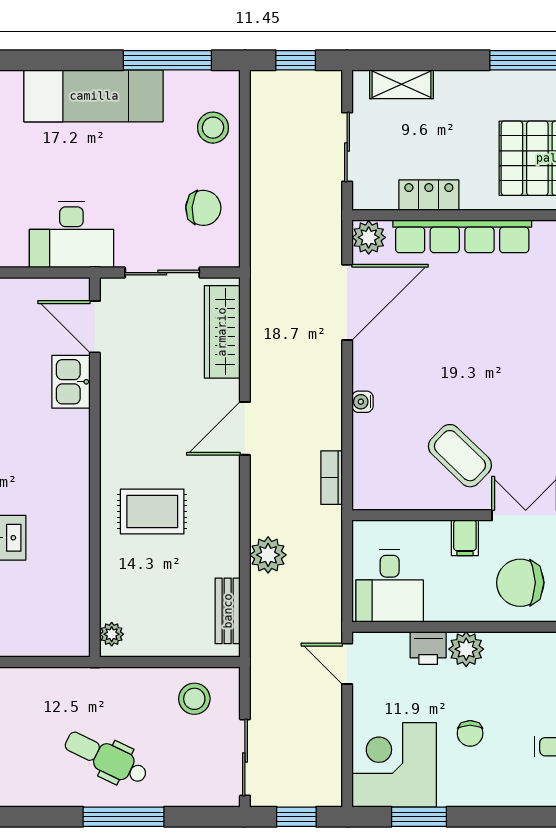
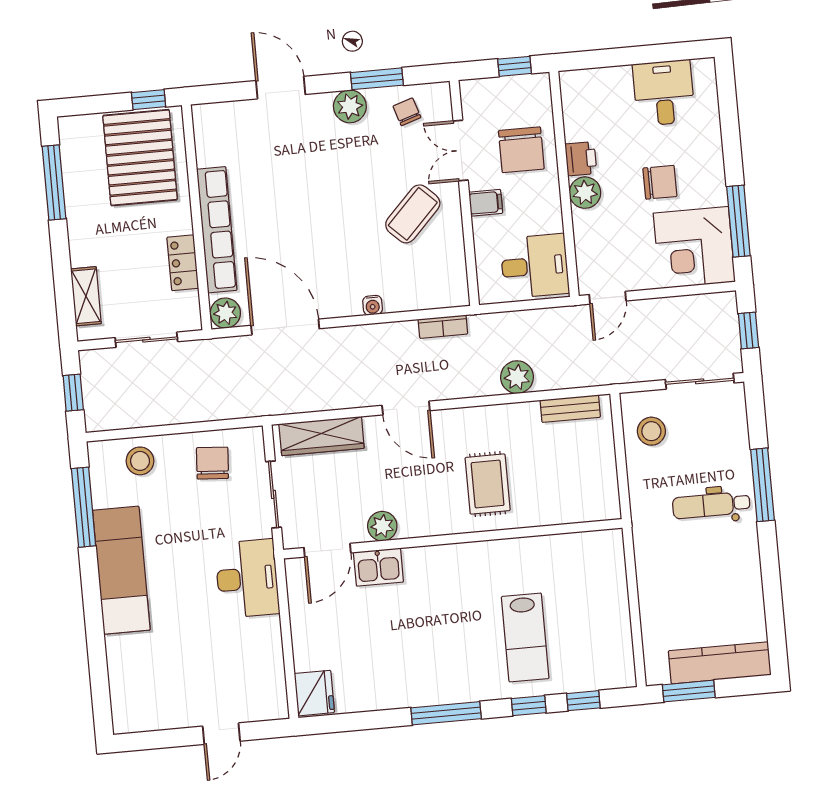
plant: (112, 634) -> (382, 526), moved, width x1.38, depth x1.38
printer: (428, 648) -> (581, 159), moved
chair: (470, 733) -> (660, 182), width x1.37, depth x1.37
dental chair: (106, 758) -> (711, 505), turned 64
window: (419, 817) -> (738, 221), width x1.44

